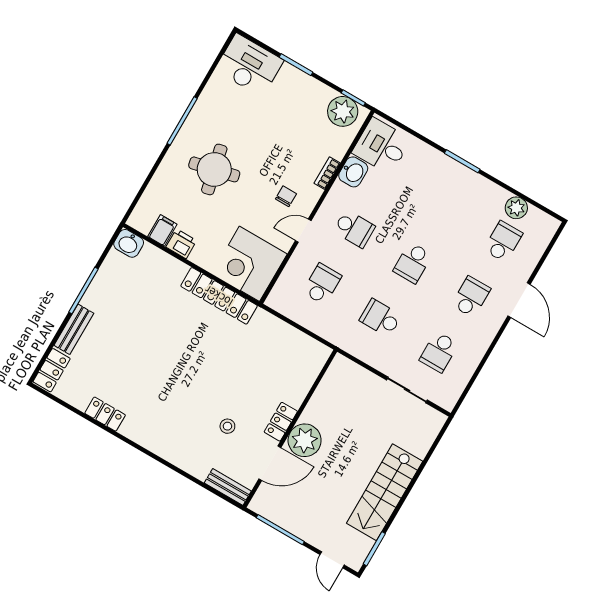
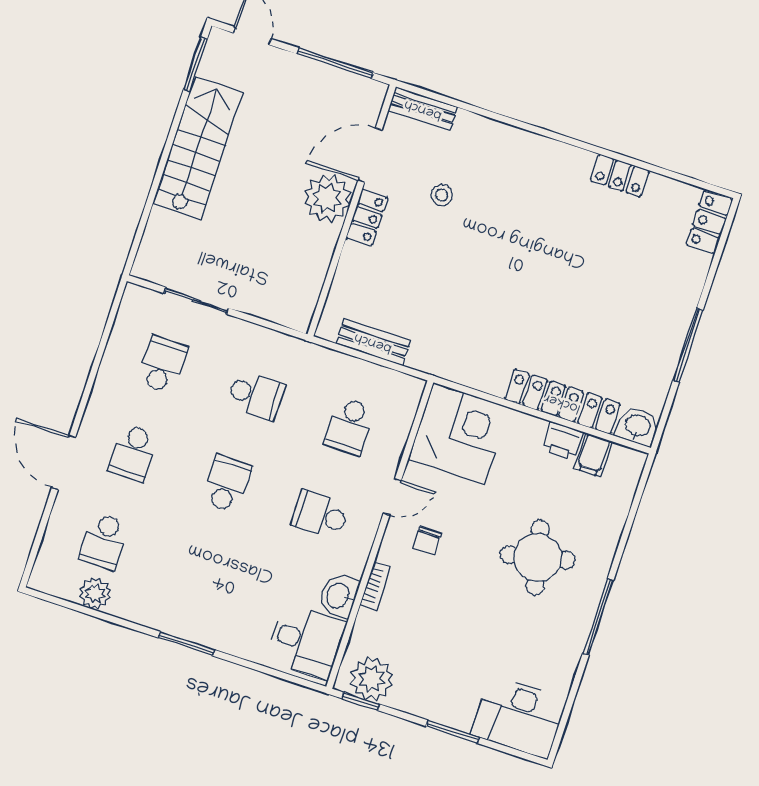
locker: (219, 296) -> (562, 402), moved
bench: (74, 329) -> (373, 342), moved, turned 90

